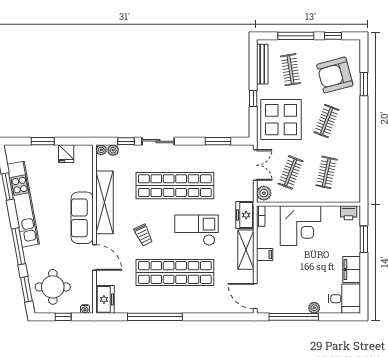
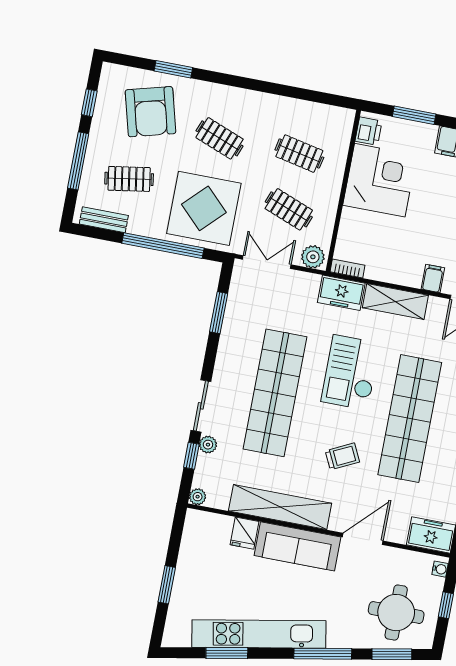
bench: (262, 64) -> (104, 220), width x0.73
window: (253, 99) -> (163, 246), width x3.17
plant: (113, 150) -> (208, 445), moved
fridge: (66, 154) -> (244, 533), moved, turned 90
corner desk: (301, 226) -> (380, 180), moved
filing cabinet: (265, 254) -> (433, 278), moved

